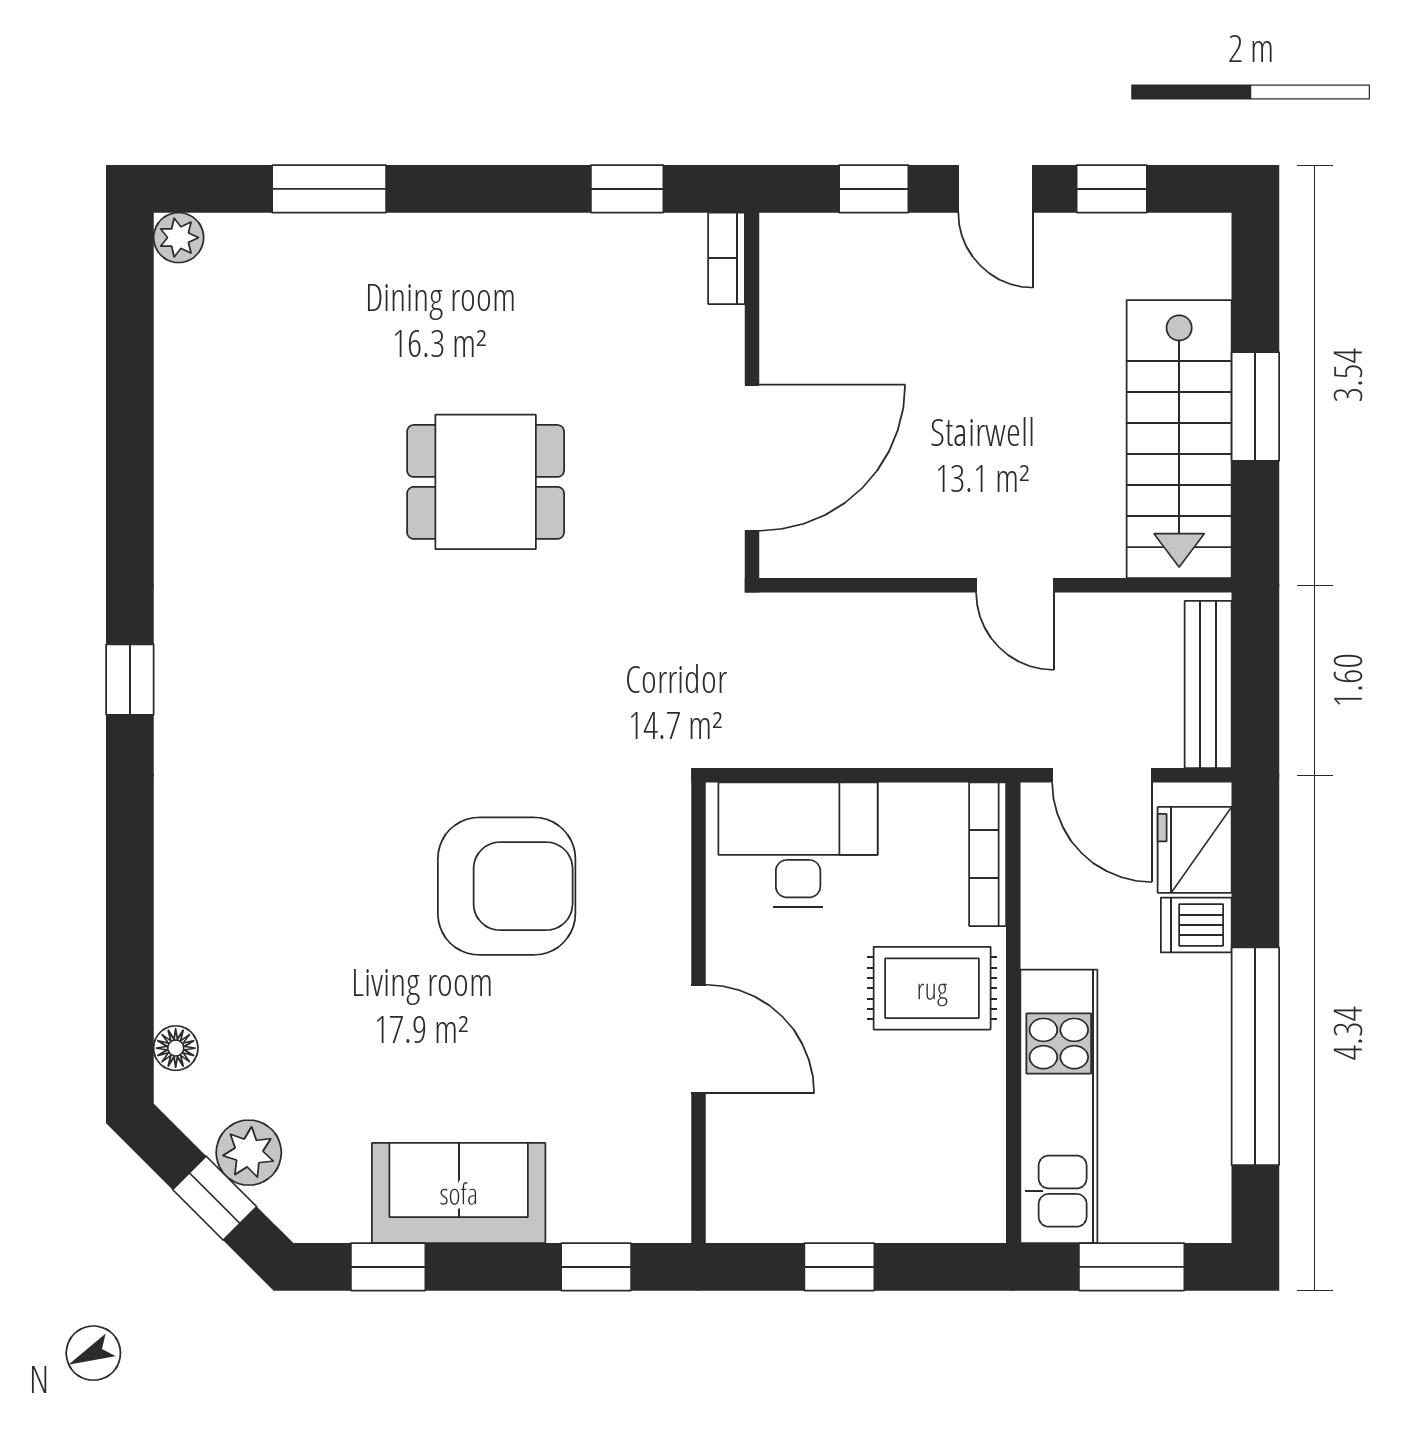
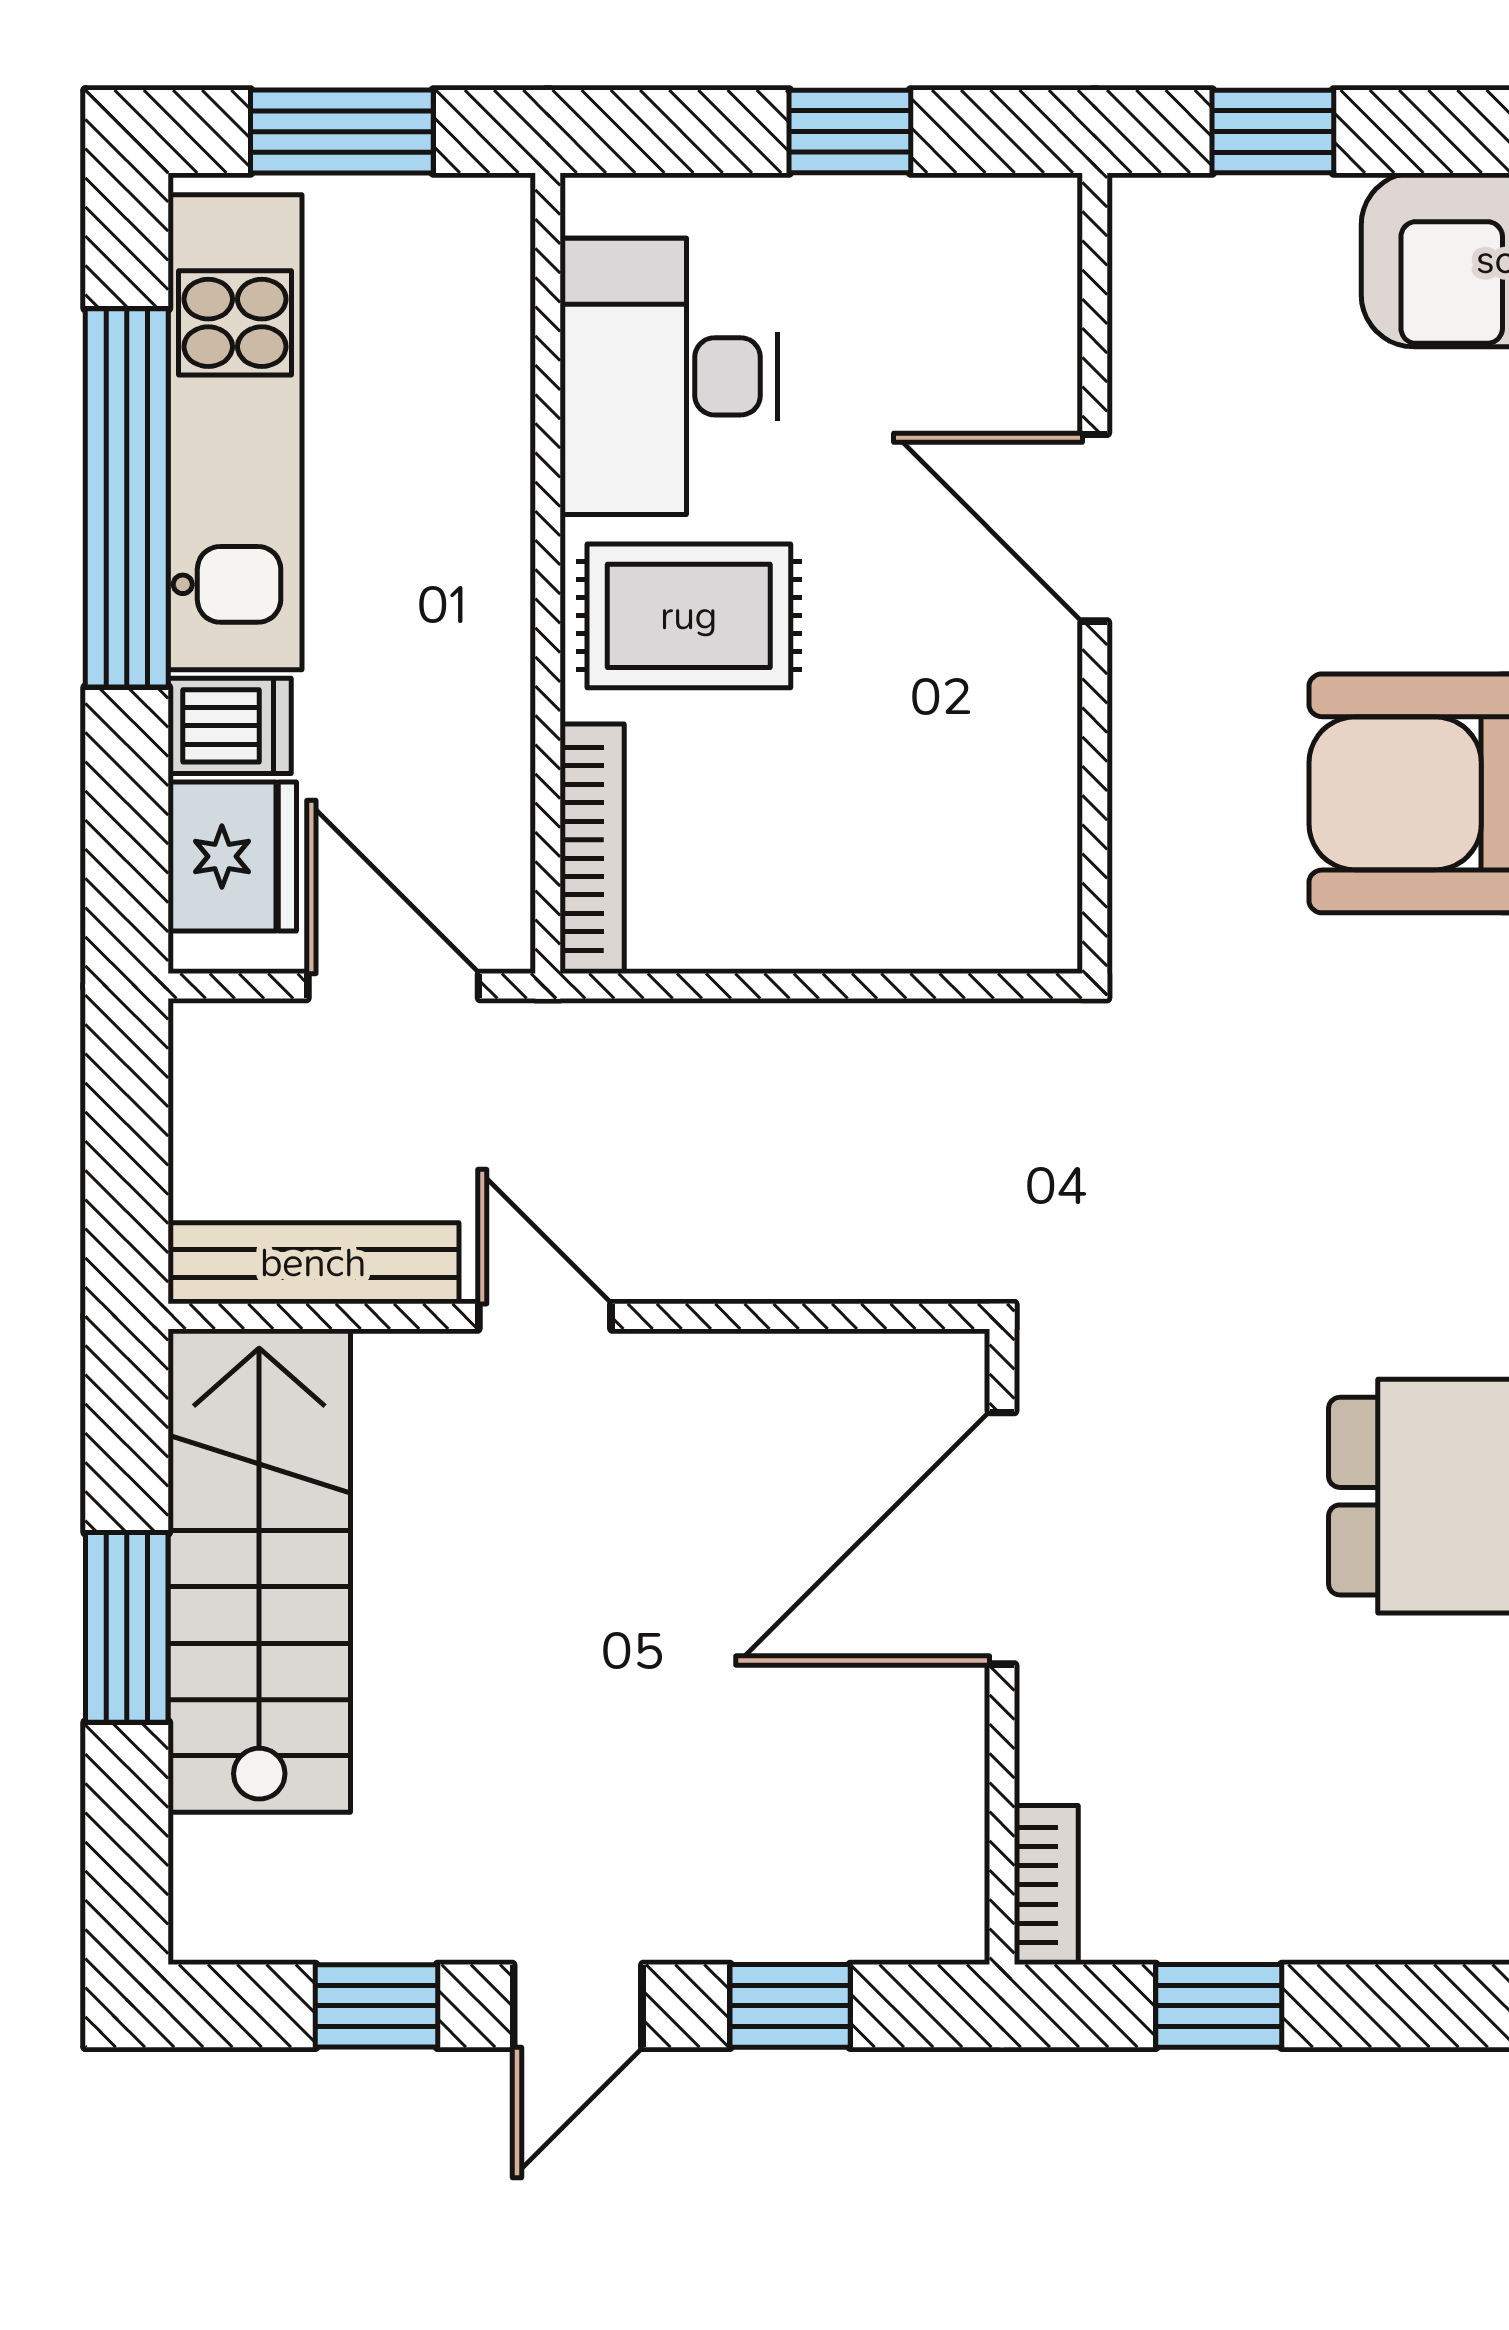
door: (996, 189) -> (578, 2006), swing flipped
bench: (1208, 685) -> (313, 1263), moved, turned 90
desk: (798, 845) -> (669, 376), moved, turned 90
kitchen unit: (1059, 1106) -> (235, 432), moved, turned 180

